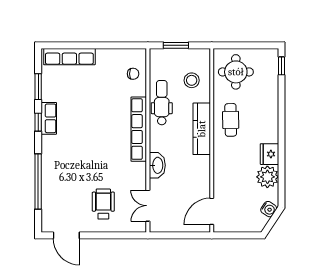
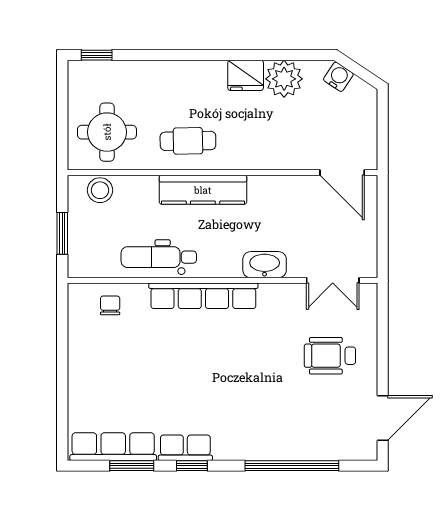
row of seats: (69, 57) -> (113, 447), moved, turned -90
stool: (192, 80) -> (100, 190), moved

